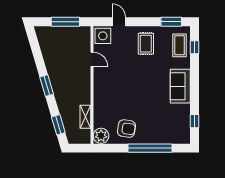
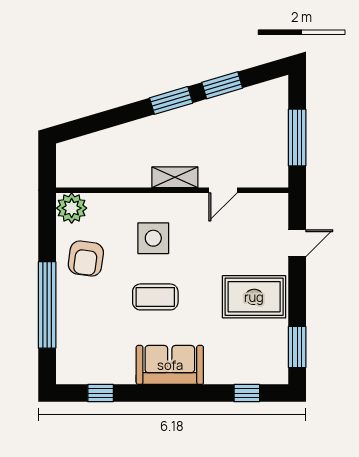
side table: (103, 36) -> (153, 238), moved
rug: (146, 44) -> (254, 297), width x1.36, depth x1.43
coffee table: (180, 45) -> (155, 297), moved
shelving: (85, 117) -> (175, 177), moved
window: (58, 125) -> (222, 85), moved

